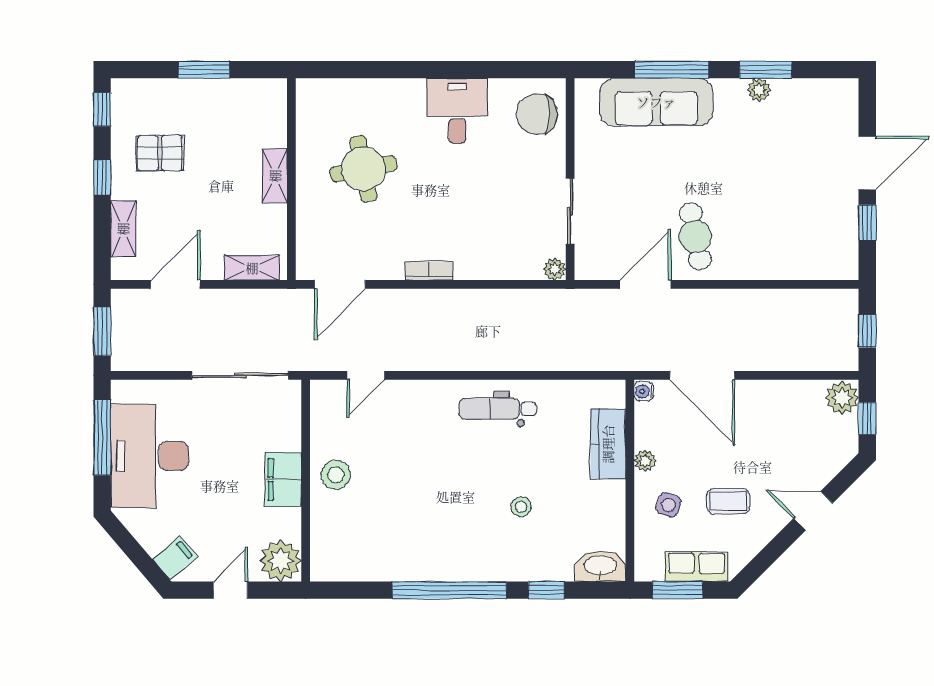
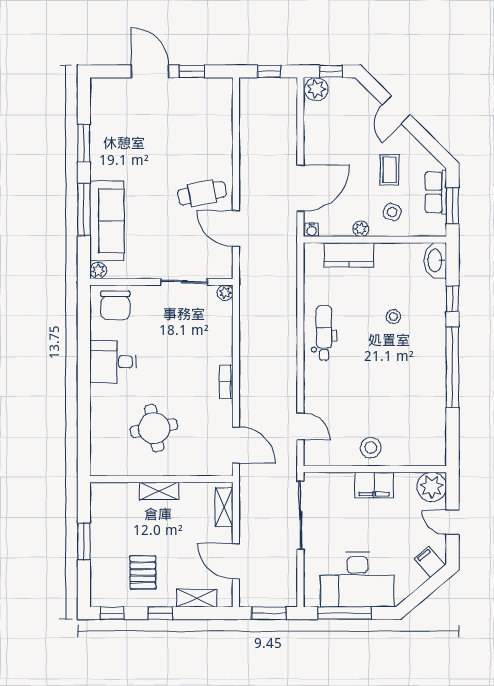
plant: (759, 90) -> (98, 271), moved
dental chair: (498, 409) -> (324, 333), turned 180

